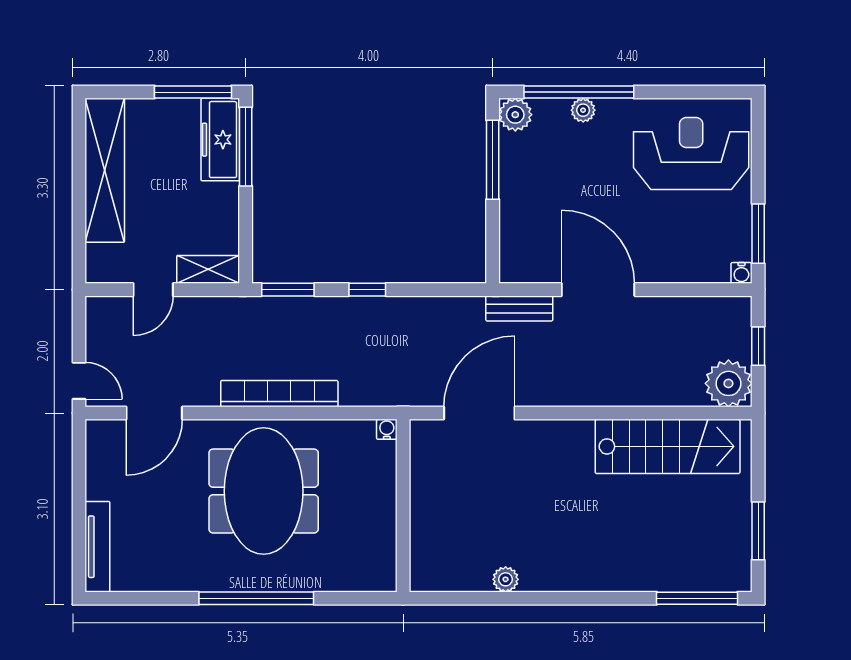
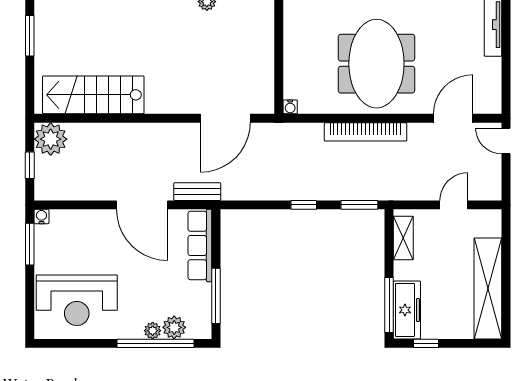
window: (193, 92) -> (426, 343), width x0.46
plant: (515, 115) -> (174, 327), moved
row of seats: (516, 232) -> (200, 245), added
shelving: (208, 269) -> (403, 238), moved, turned 90

